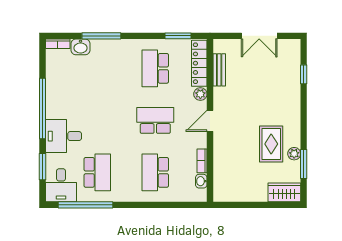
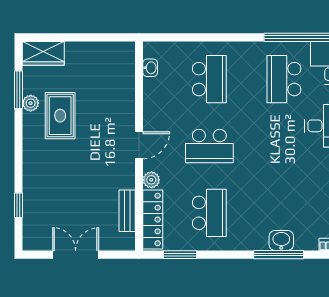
washbasin: (81, 47) -> (281, 240), moved
bookcase: (202, 161) -> (149, 94), removed

